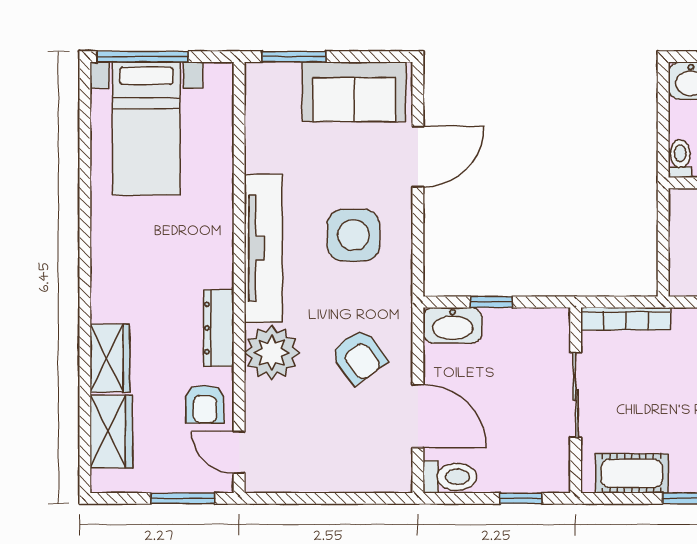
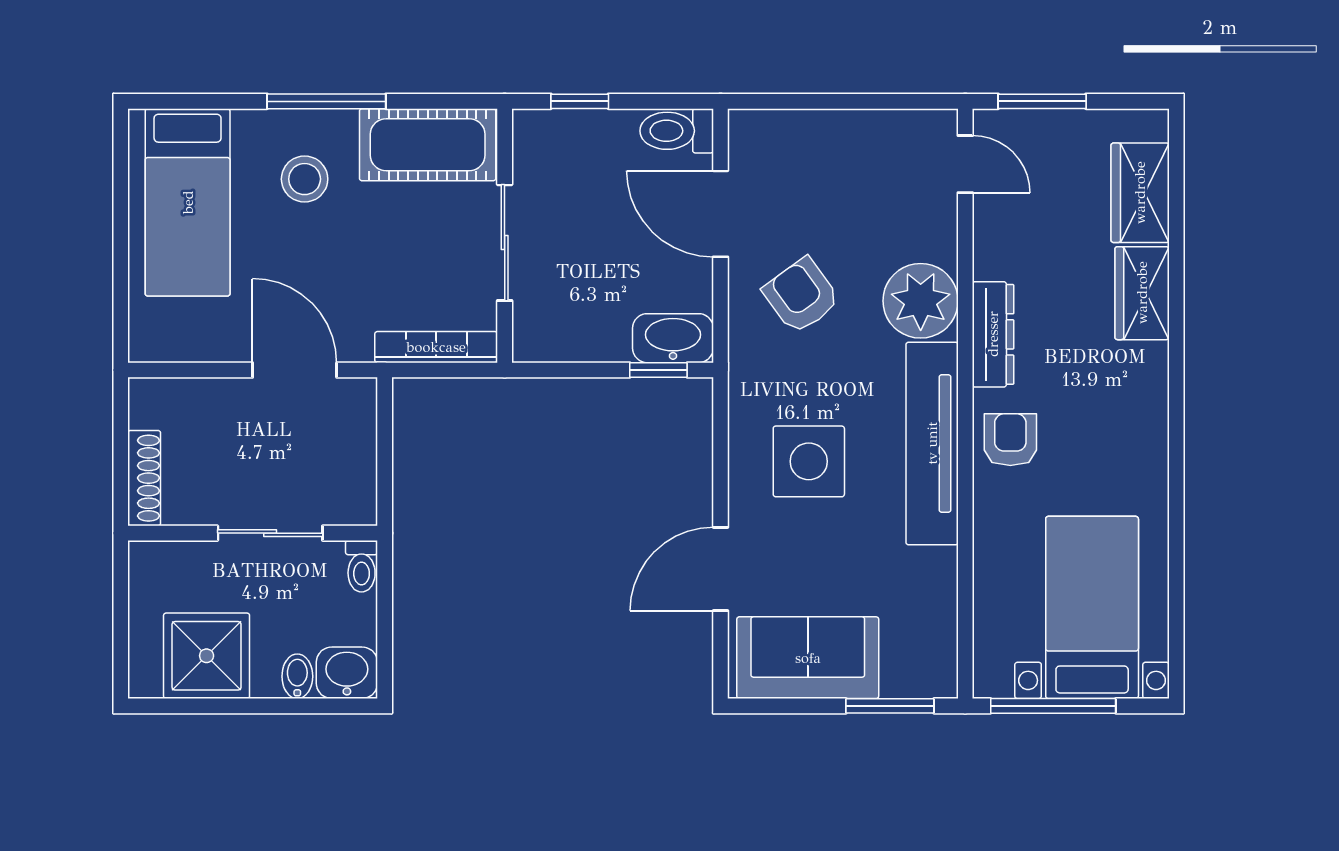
window: (143, 57) -> (1053, 706), moved
window: (491, 302) -> (658, 370), moved
armchair: (205, 404) -> (1010, 440), moved
cot: (632, 473) -> (428, 145), width x1.37, depth x1.34

